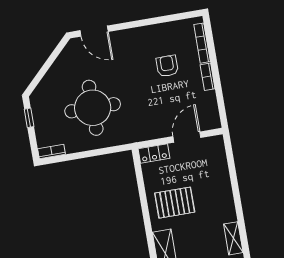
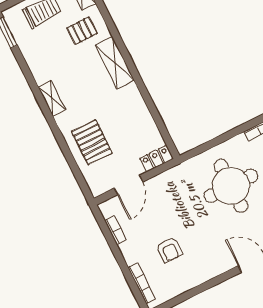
bookcase: (208, 77) -> (115, 230), moved
pallet: (175, 203) -> (92, 142), moved, turned 90

